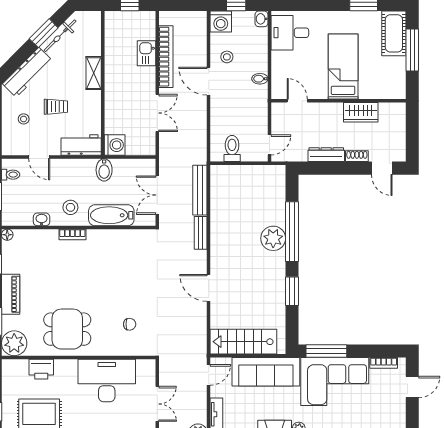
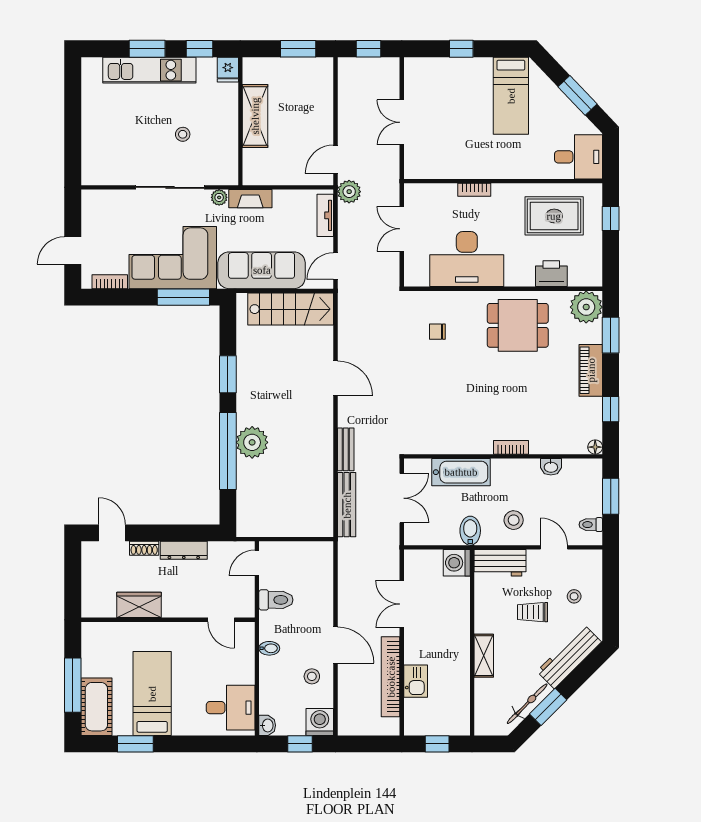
bed: (343, 66) -> (152, 694), moved, turned 180
toilet: (232, 149) -> (276, 600), moved, turned -90
stool: (70, 207) -> (514, 520), moved

